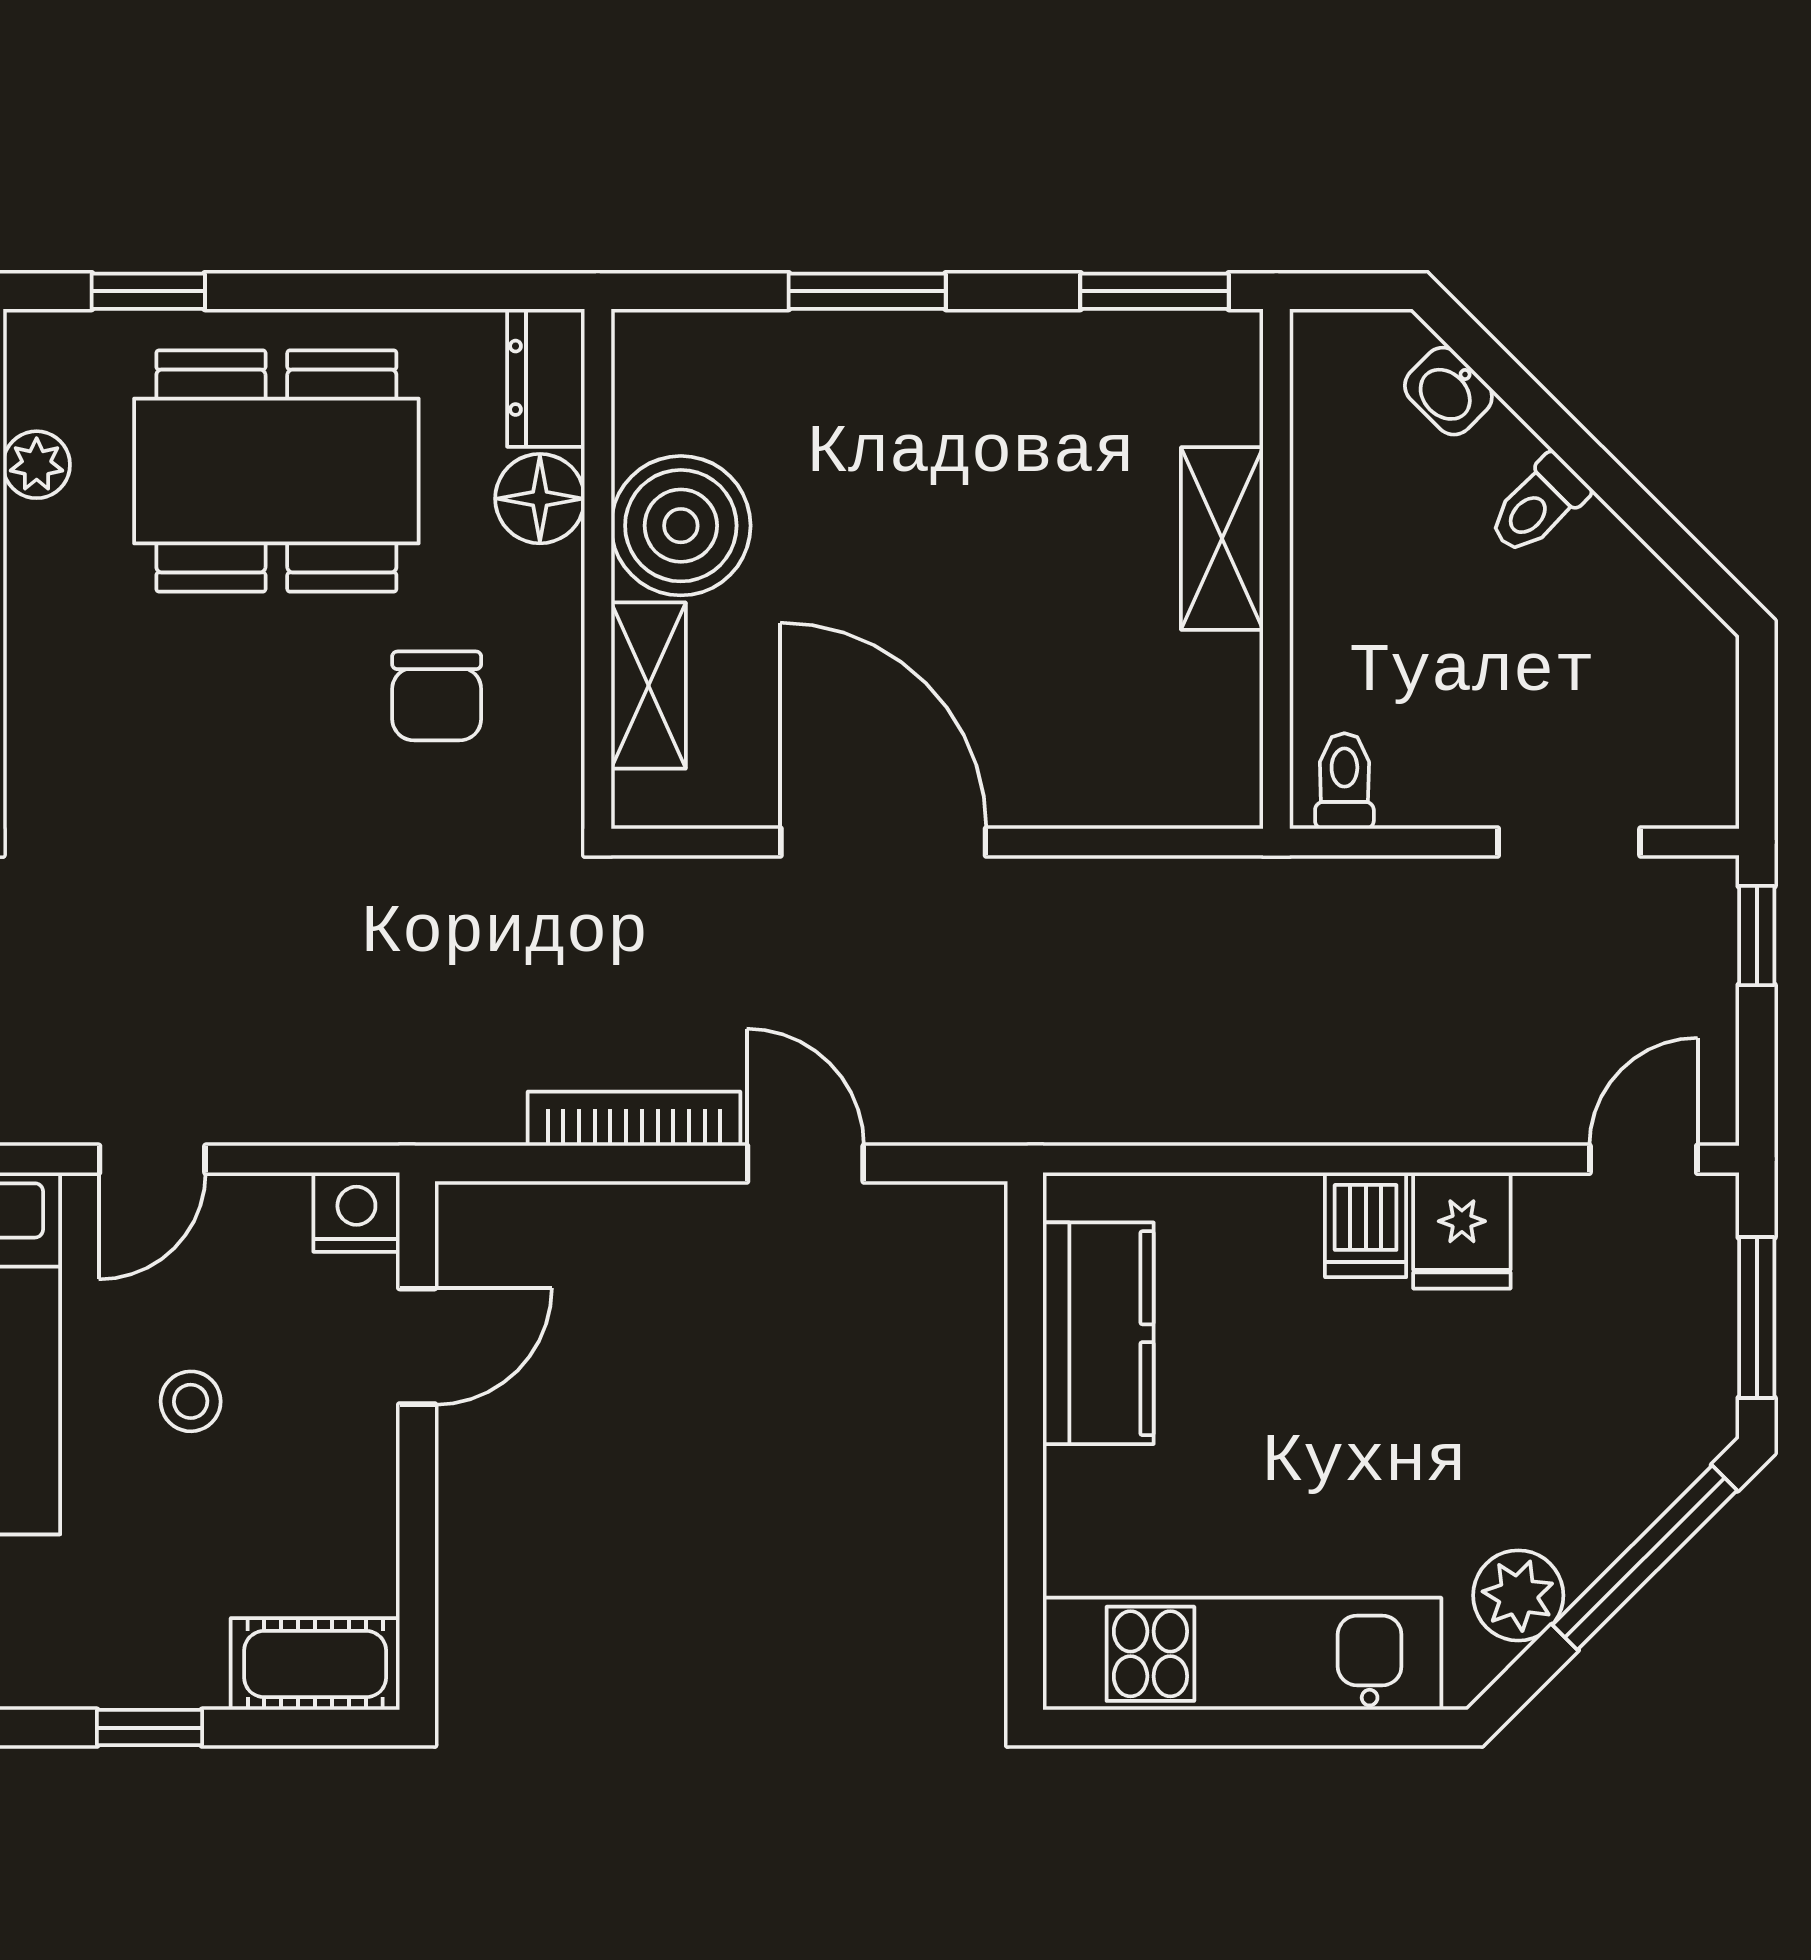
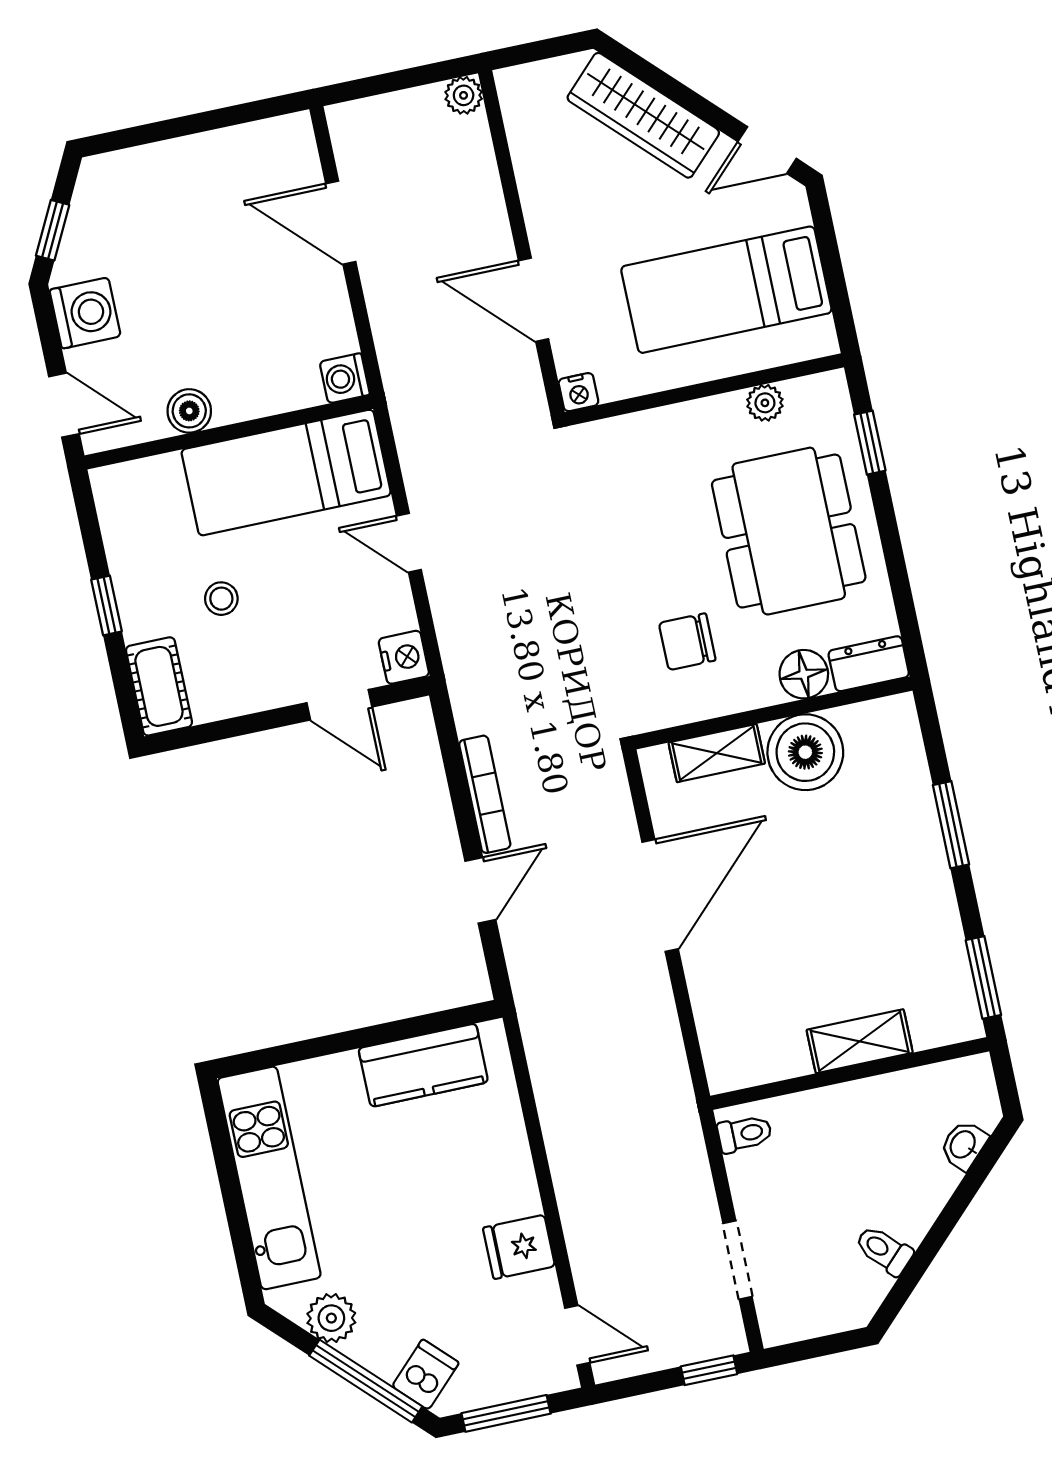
toilet: (1538, 505) -> (884, 1250), moved
dishwasher: (1366, 1225) -> (425, 1375), moved, turned 135
stool: (191, 1401) -> (221, 599), moved

